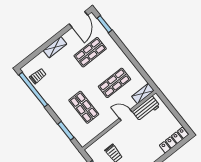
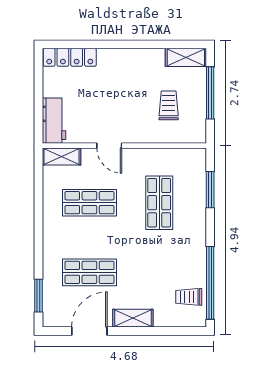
door: (78, 19) -> (89, 331), moved
workbench: (146, 109) -> (54, 121), moved, turned 90

